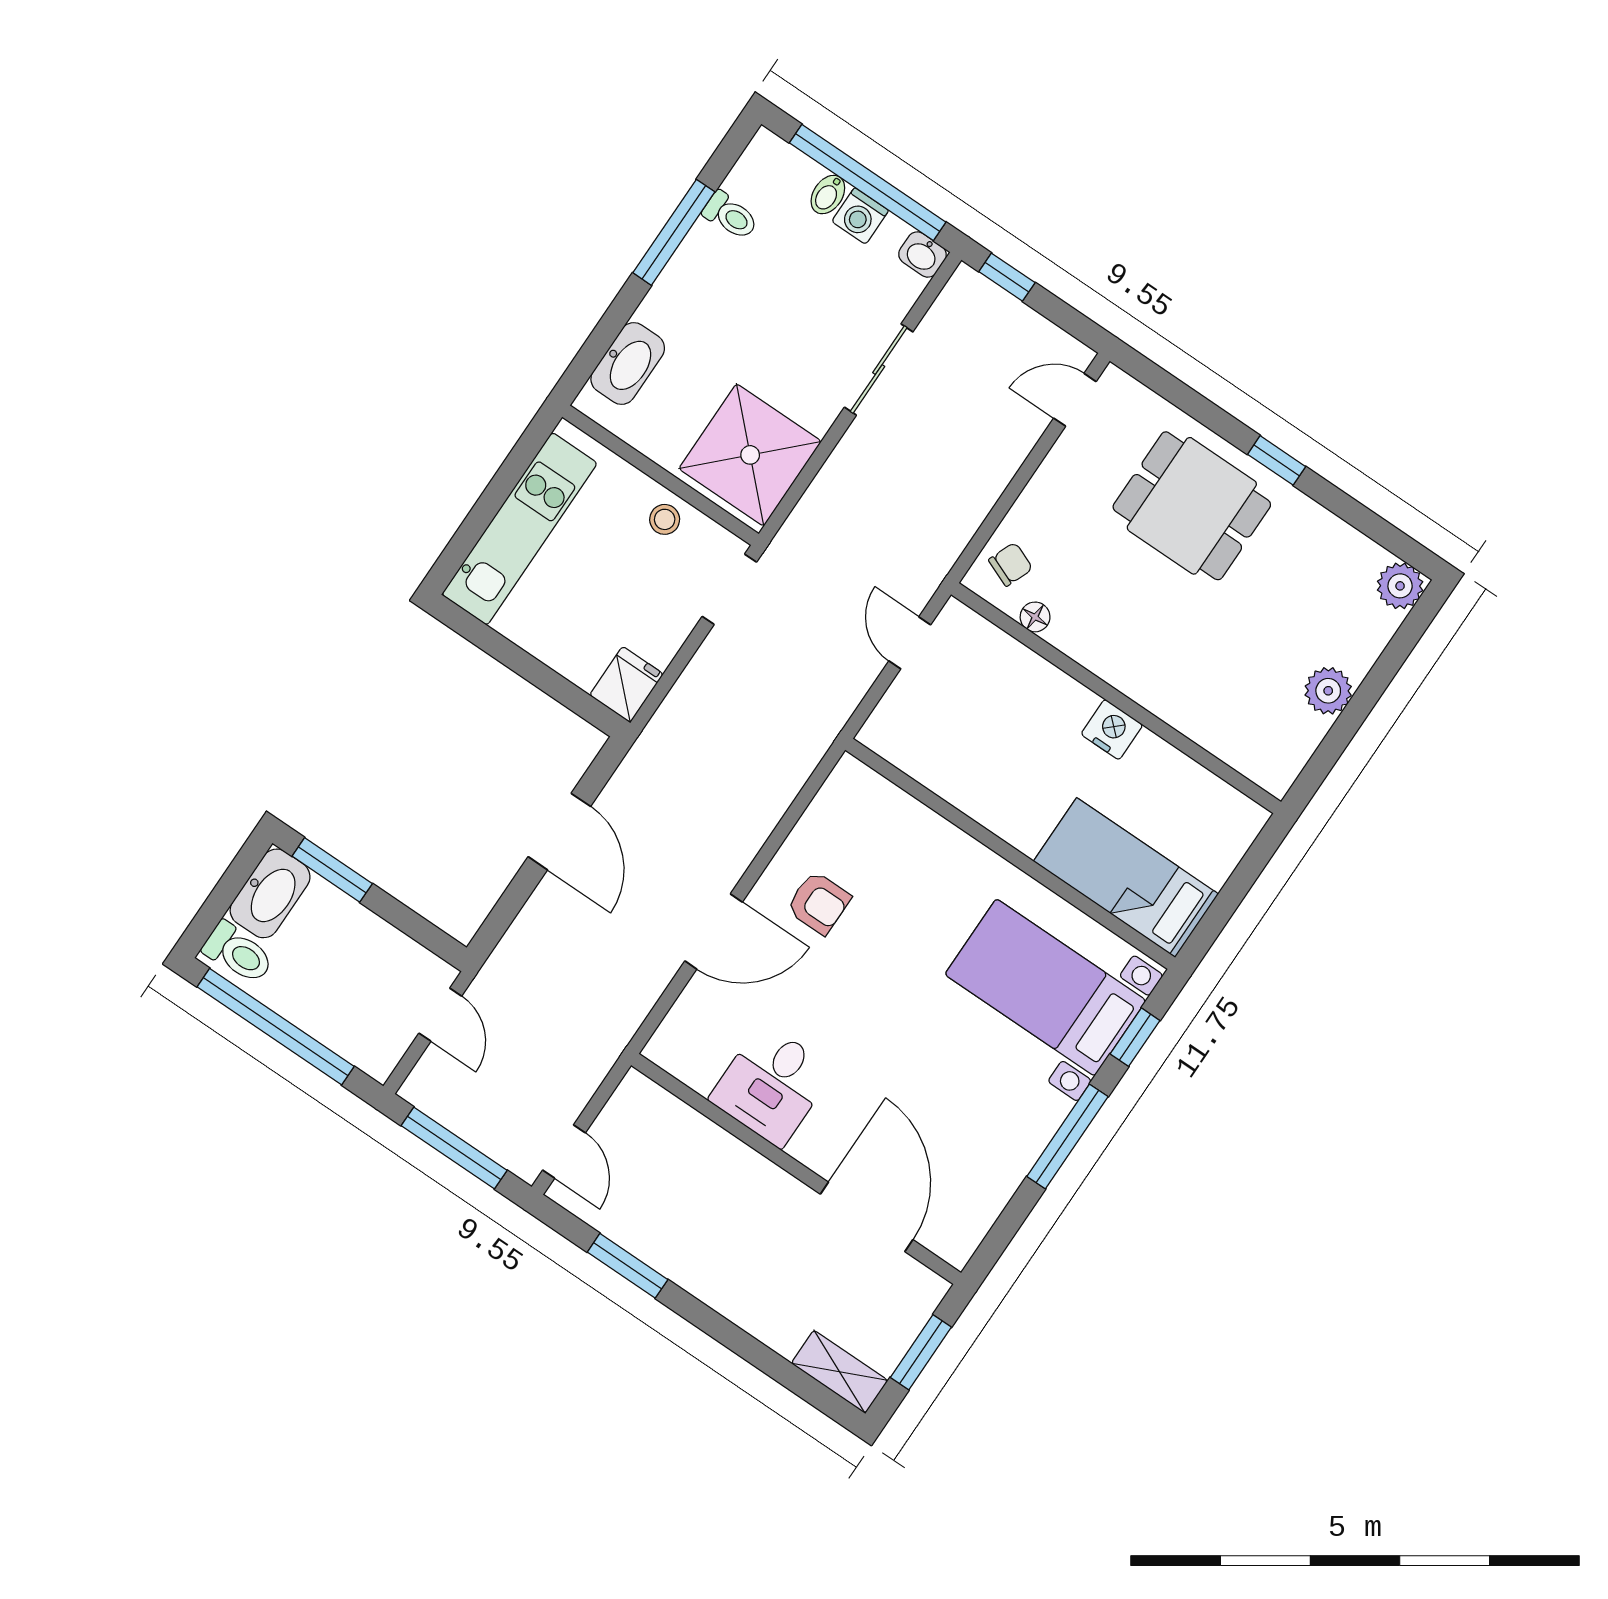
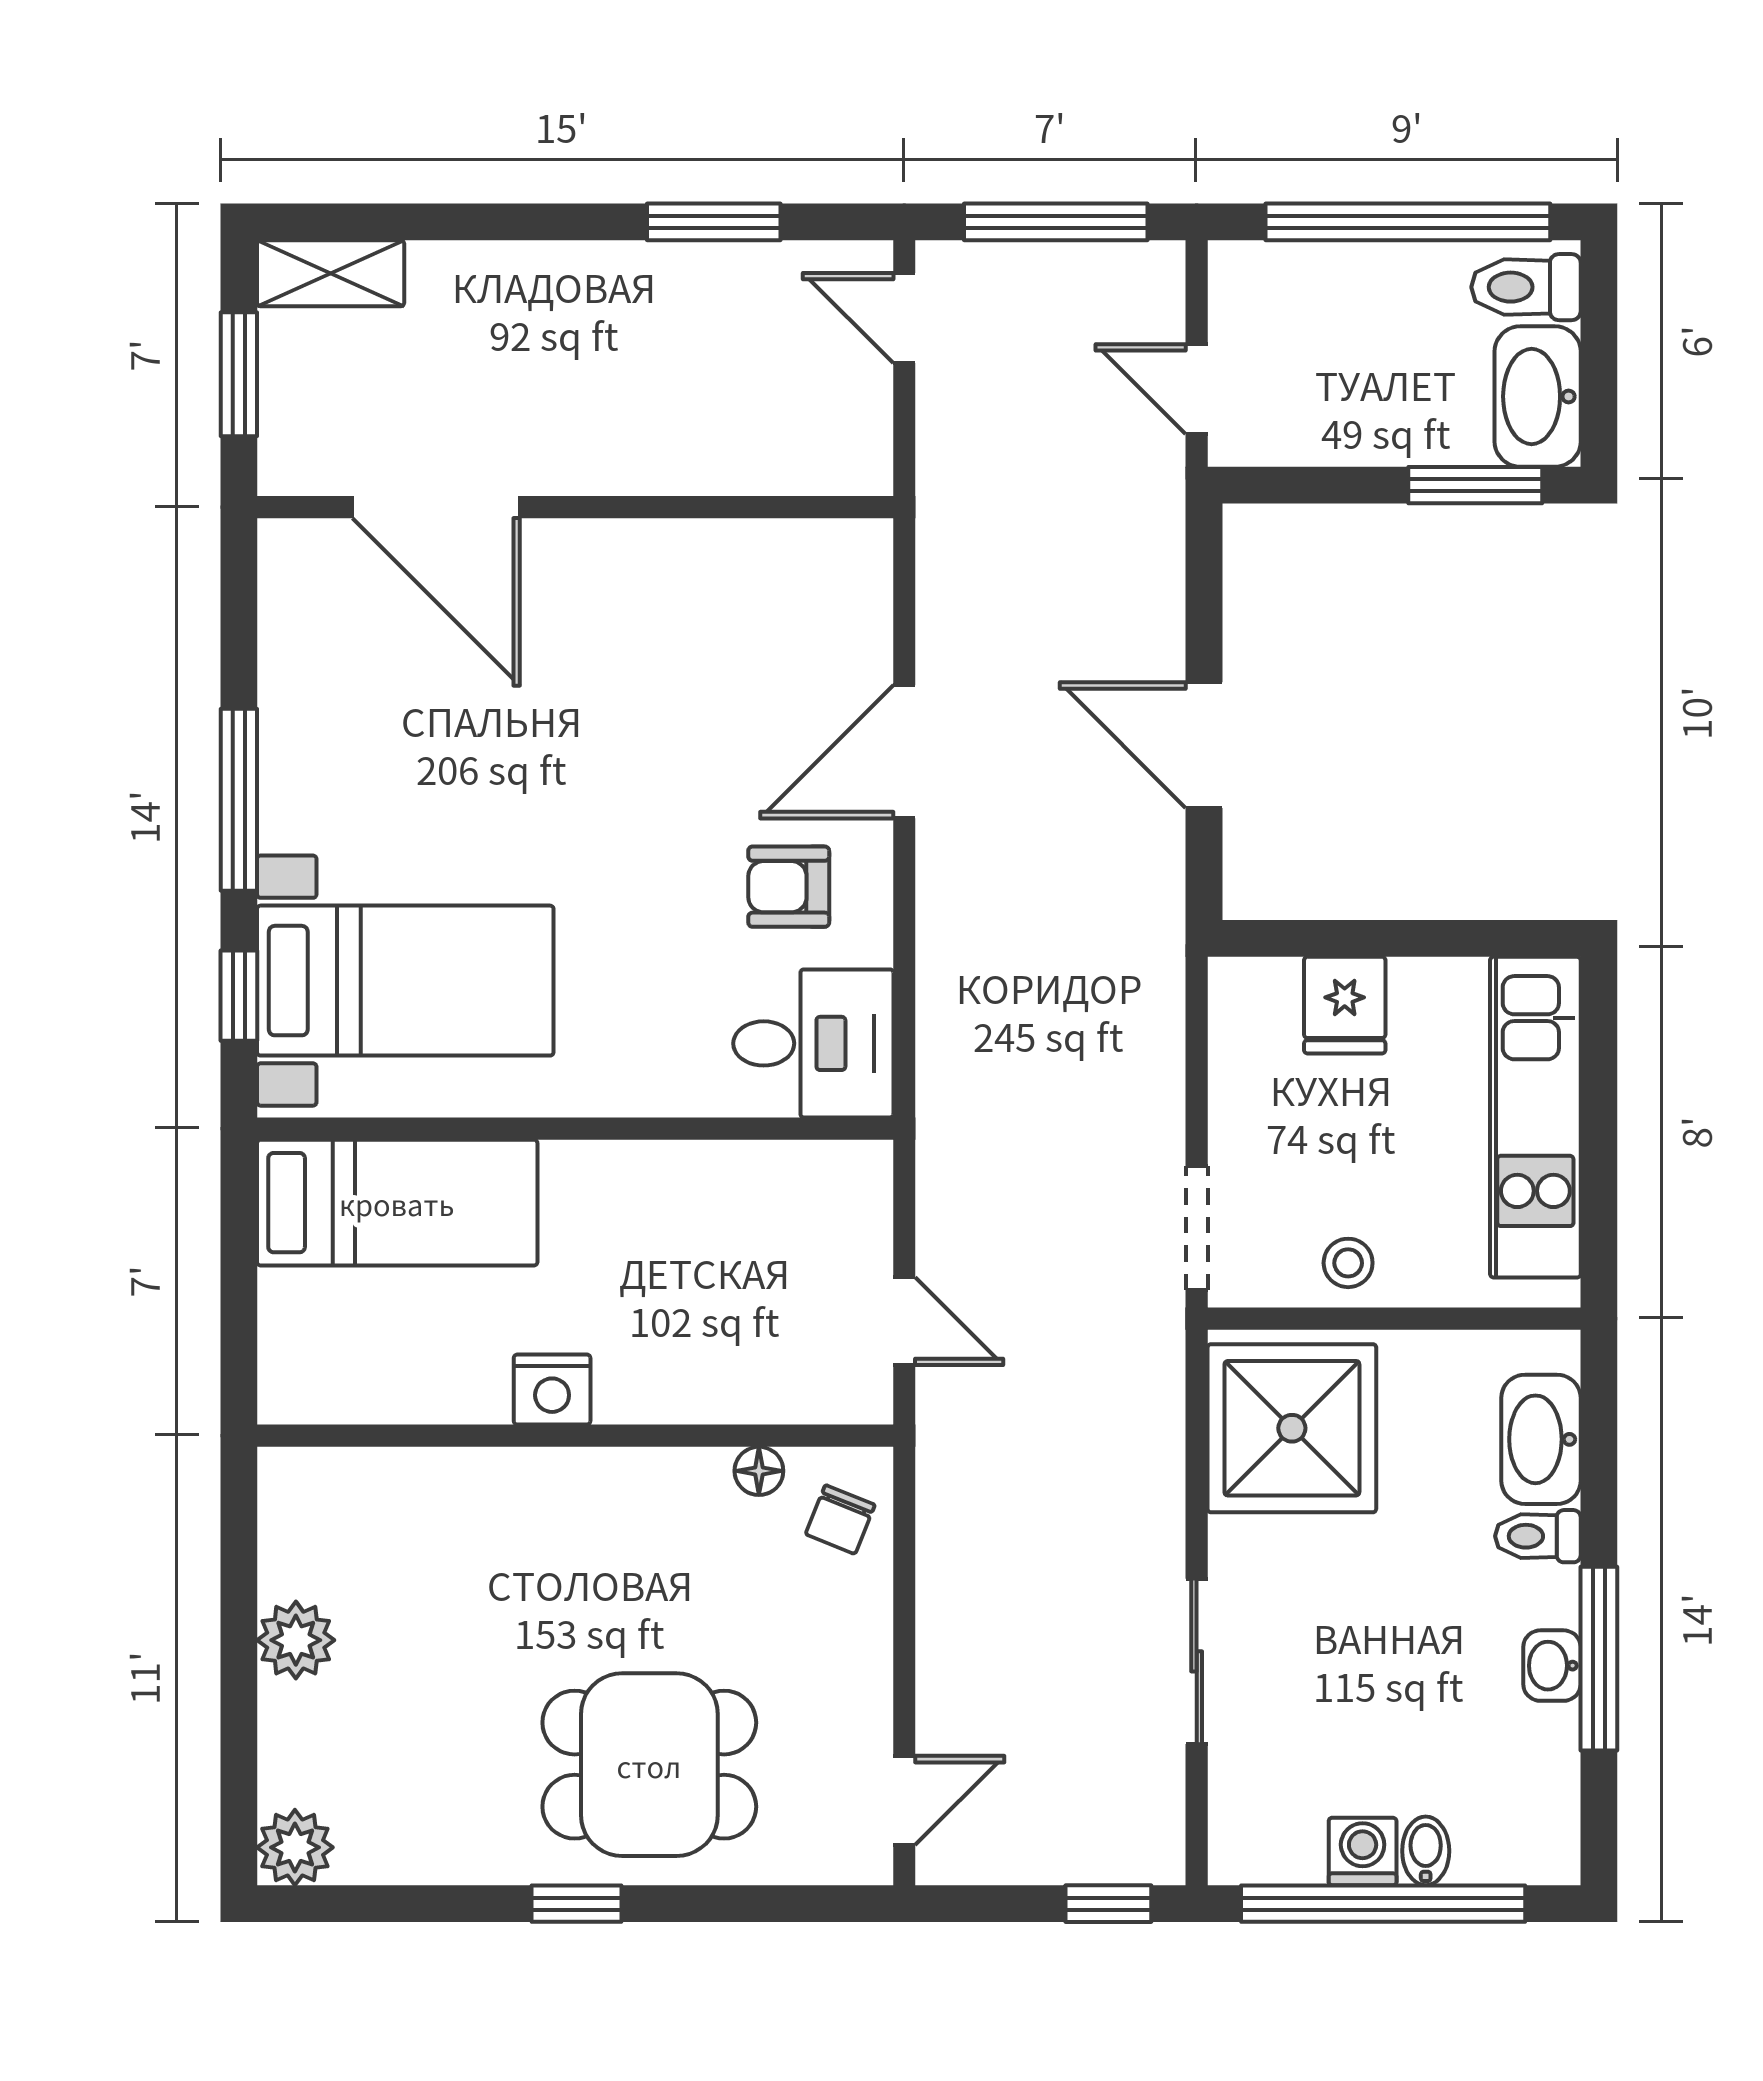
toilet: (730, 216) -> (1538, 1536), moved
washbasin: (923, 255) -> (1552, 1666), moved, turned -90
fridge: (626, 684) -> (1345, 1005), moved
desk: (771, 1085) -> (813, 1043), moved, turned 90

